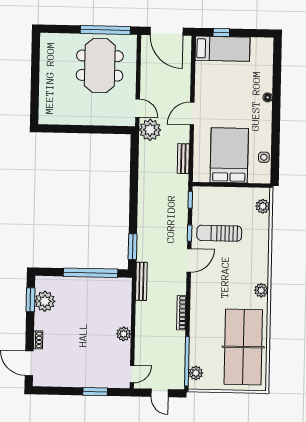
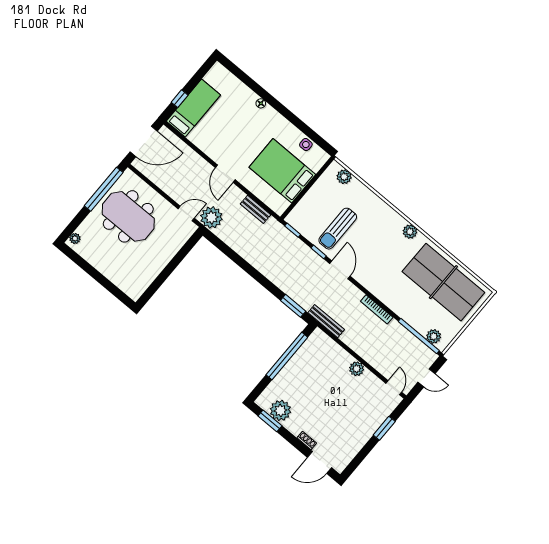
plant: (50, 38) -> (75, 238), added

